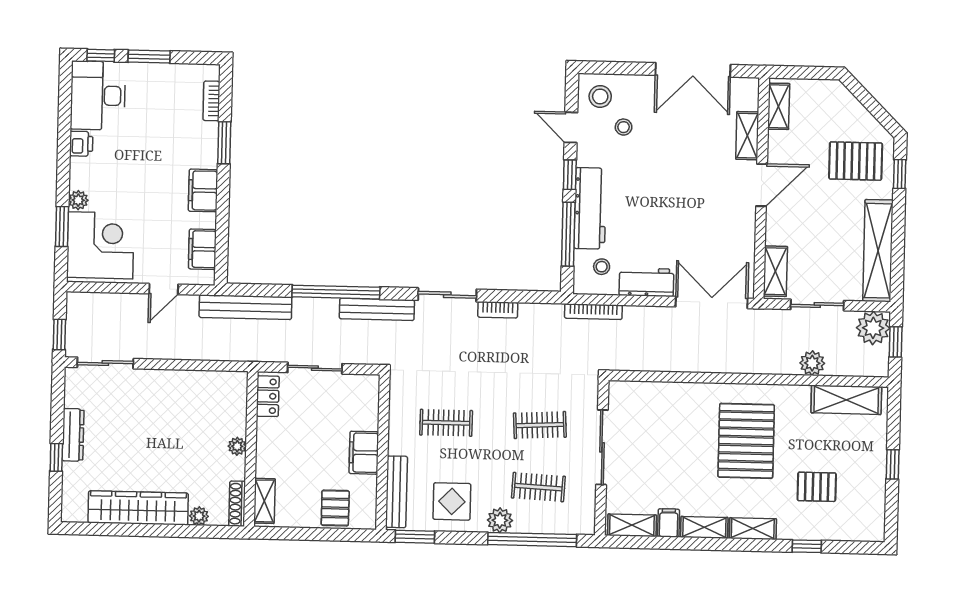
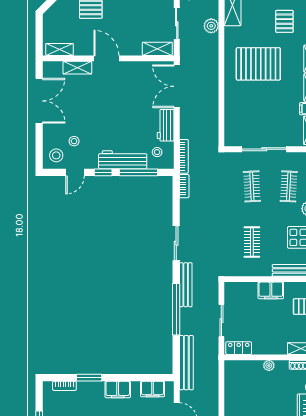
bookcase: (498, 310) -> (184, 186), moved

